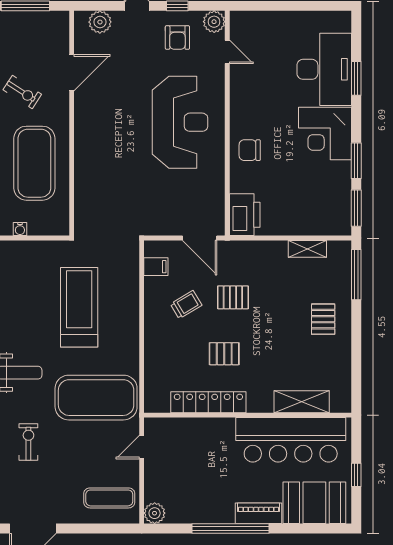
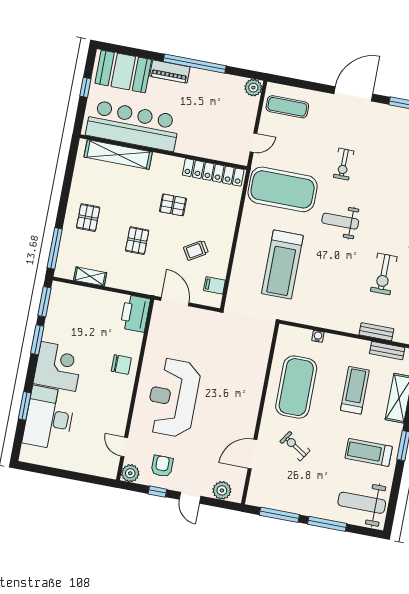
pallet: (233, 297) -> (137, 241), moved, turned 90
locker: (208, 402) -> (213, 172), moved
shelving: (302, 402) -> (118, 155), width x1.47

